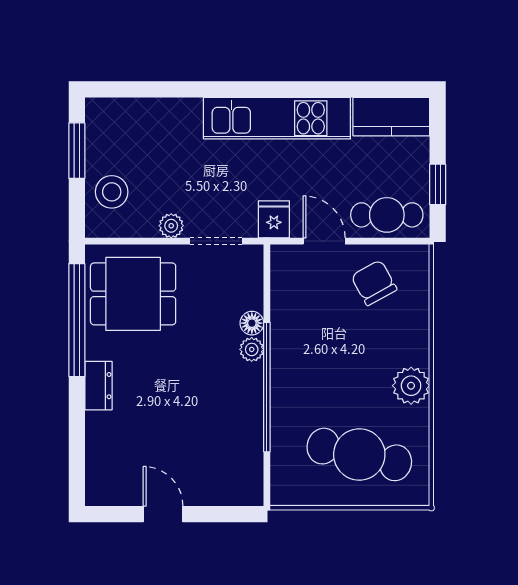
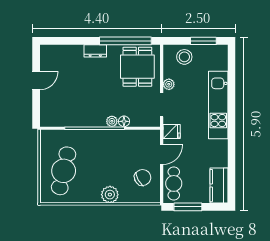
kitchen unit: (277, 118) -> (218, 105), moved
window: (438, 184) -> (188, 207), width x1.50
plant: (411, 386) -> (110, 195), moved

